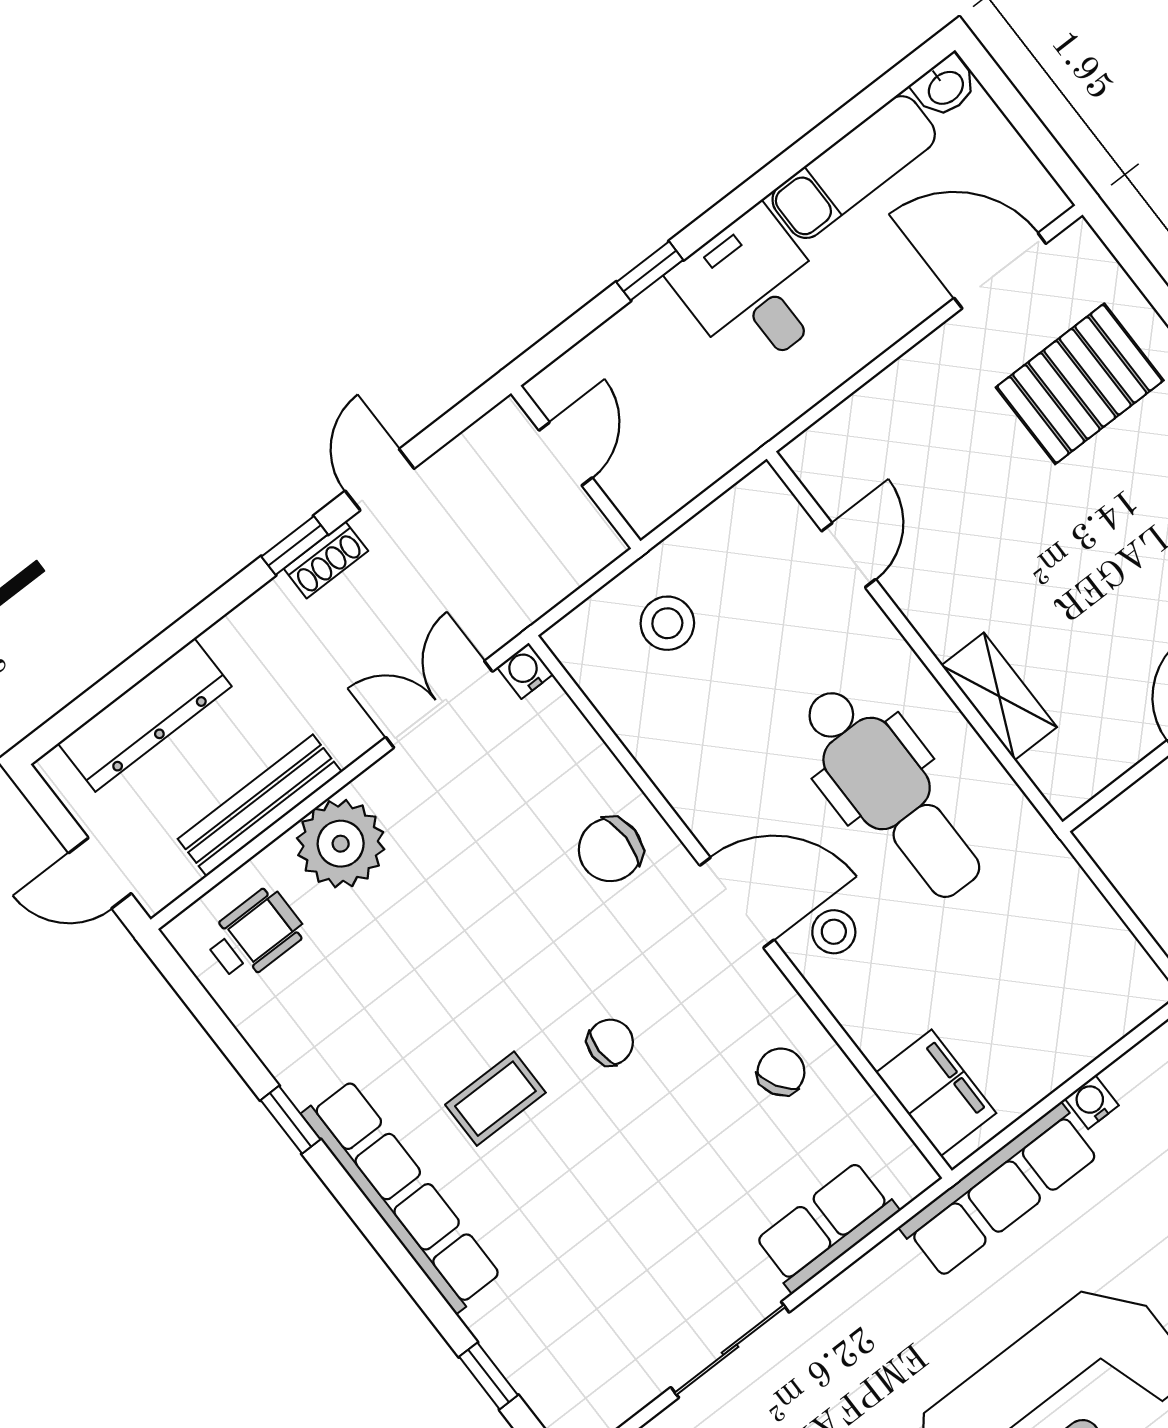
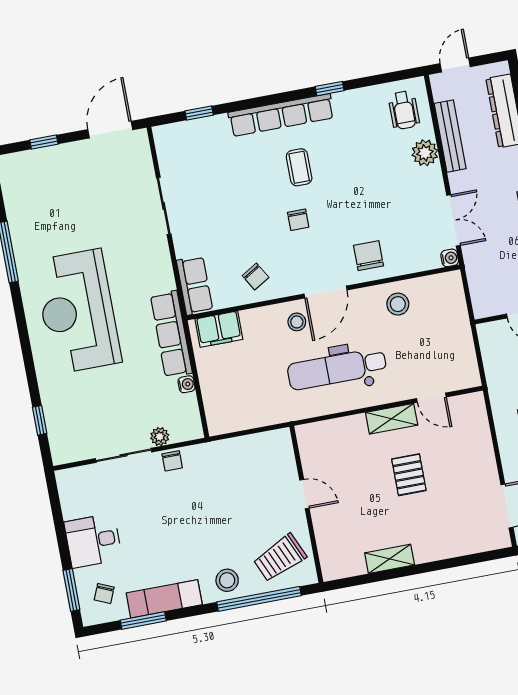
pallet: (1080, 384) -> (409, 475), moved, width x0.67, depth x0.71
stool: (667, 623) -> (398, 304), moved
shelving: (999, 696) -> (392, 419), moved
plant: (341, 844) -> (425, 153), width x0.73, depth x0.73
row of seats: (826, 1227) -> (195, 285), moved

